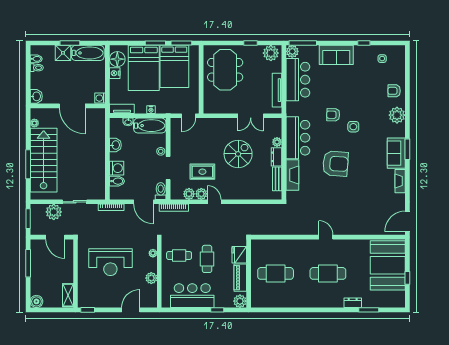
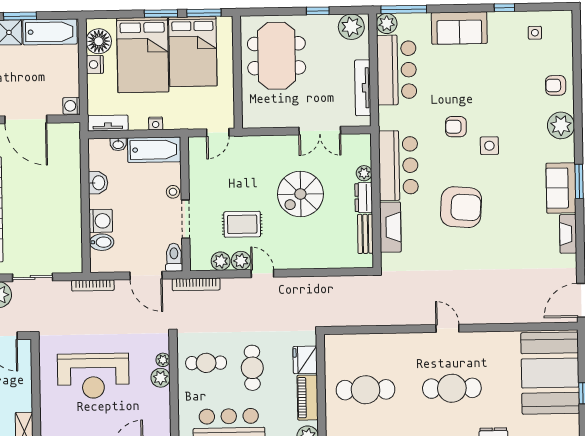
spiral stairs: (238, 154) -> (300, 194), turned 180
plant: (151, 278) -> (161, 378), moved

